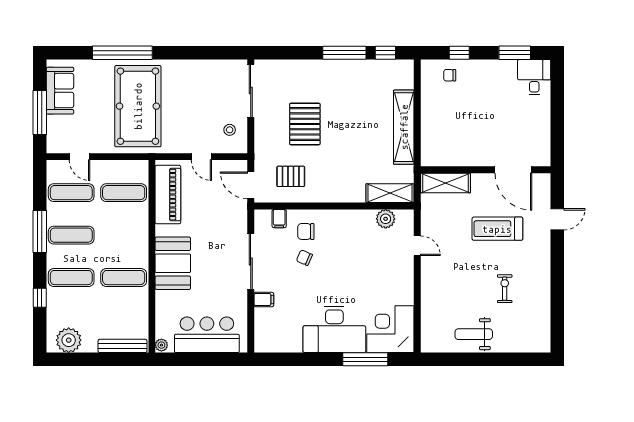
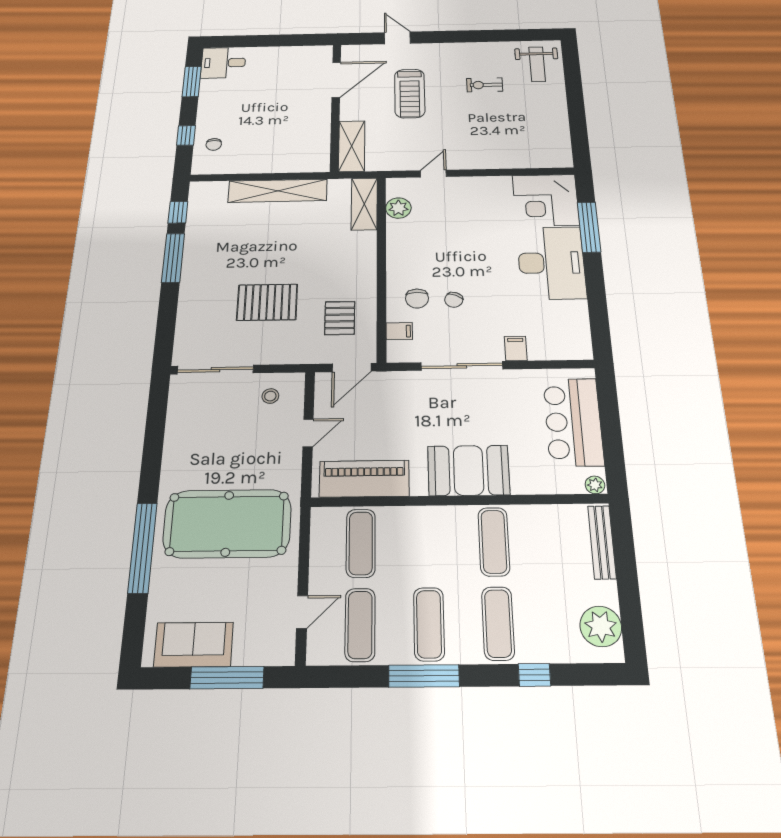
weight bench: (474, 334) -> (537, 64), moved

